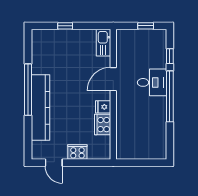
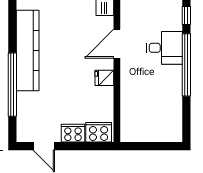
window: (28, 90) -> (12, 85), moved
kitchen counter: (40, 108) -> (28, 50), moved
cooker: (103, 125) -> (99, 132), moved, turned 90

